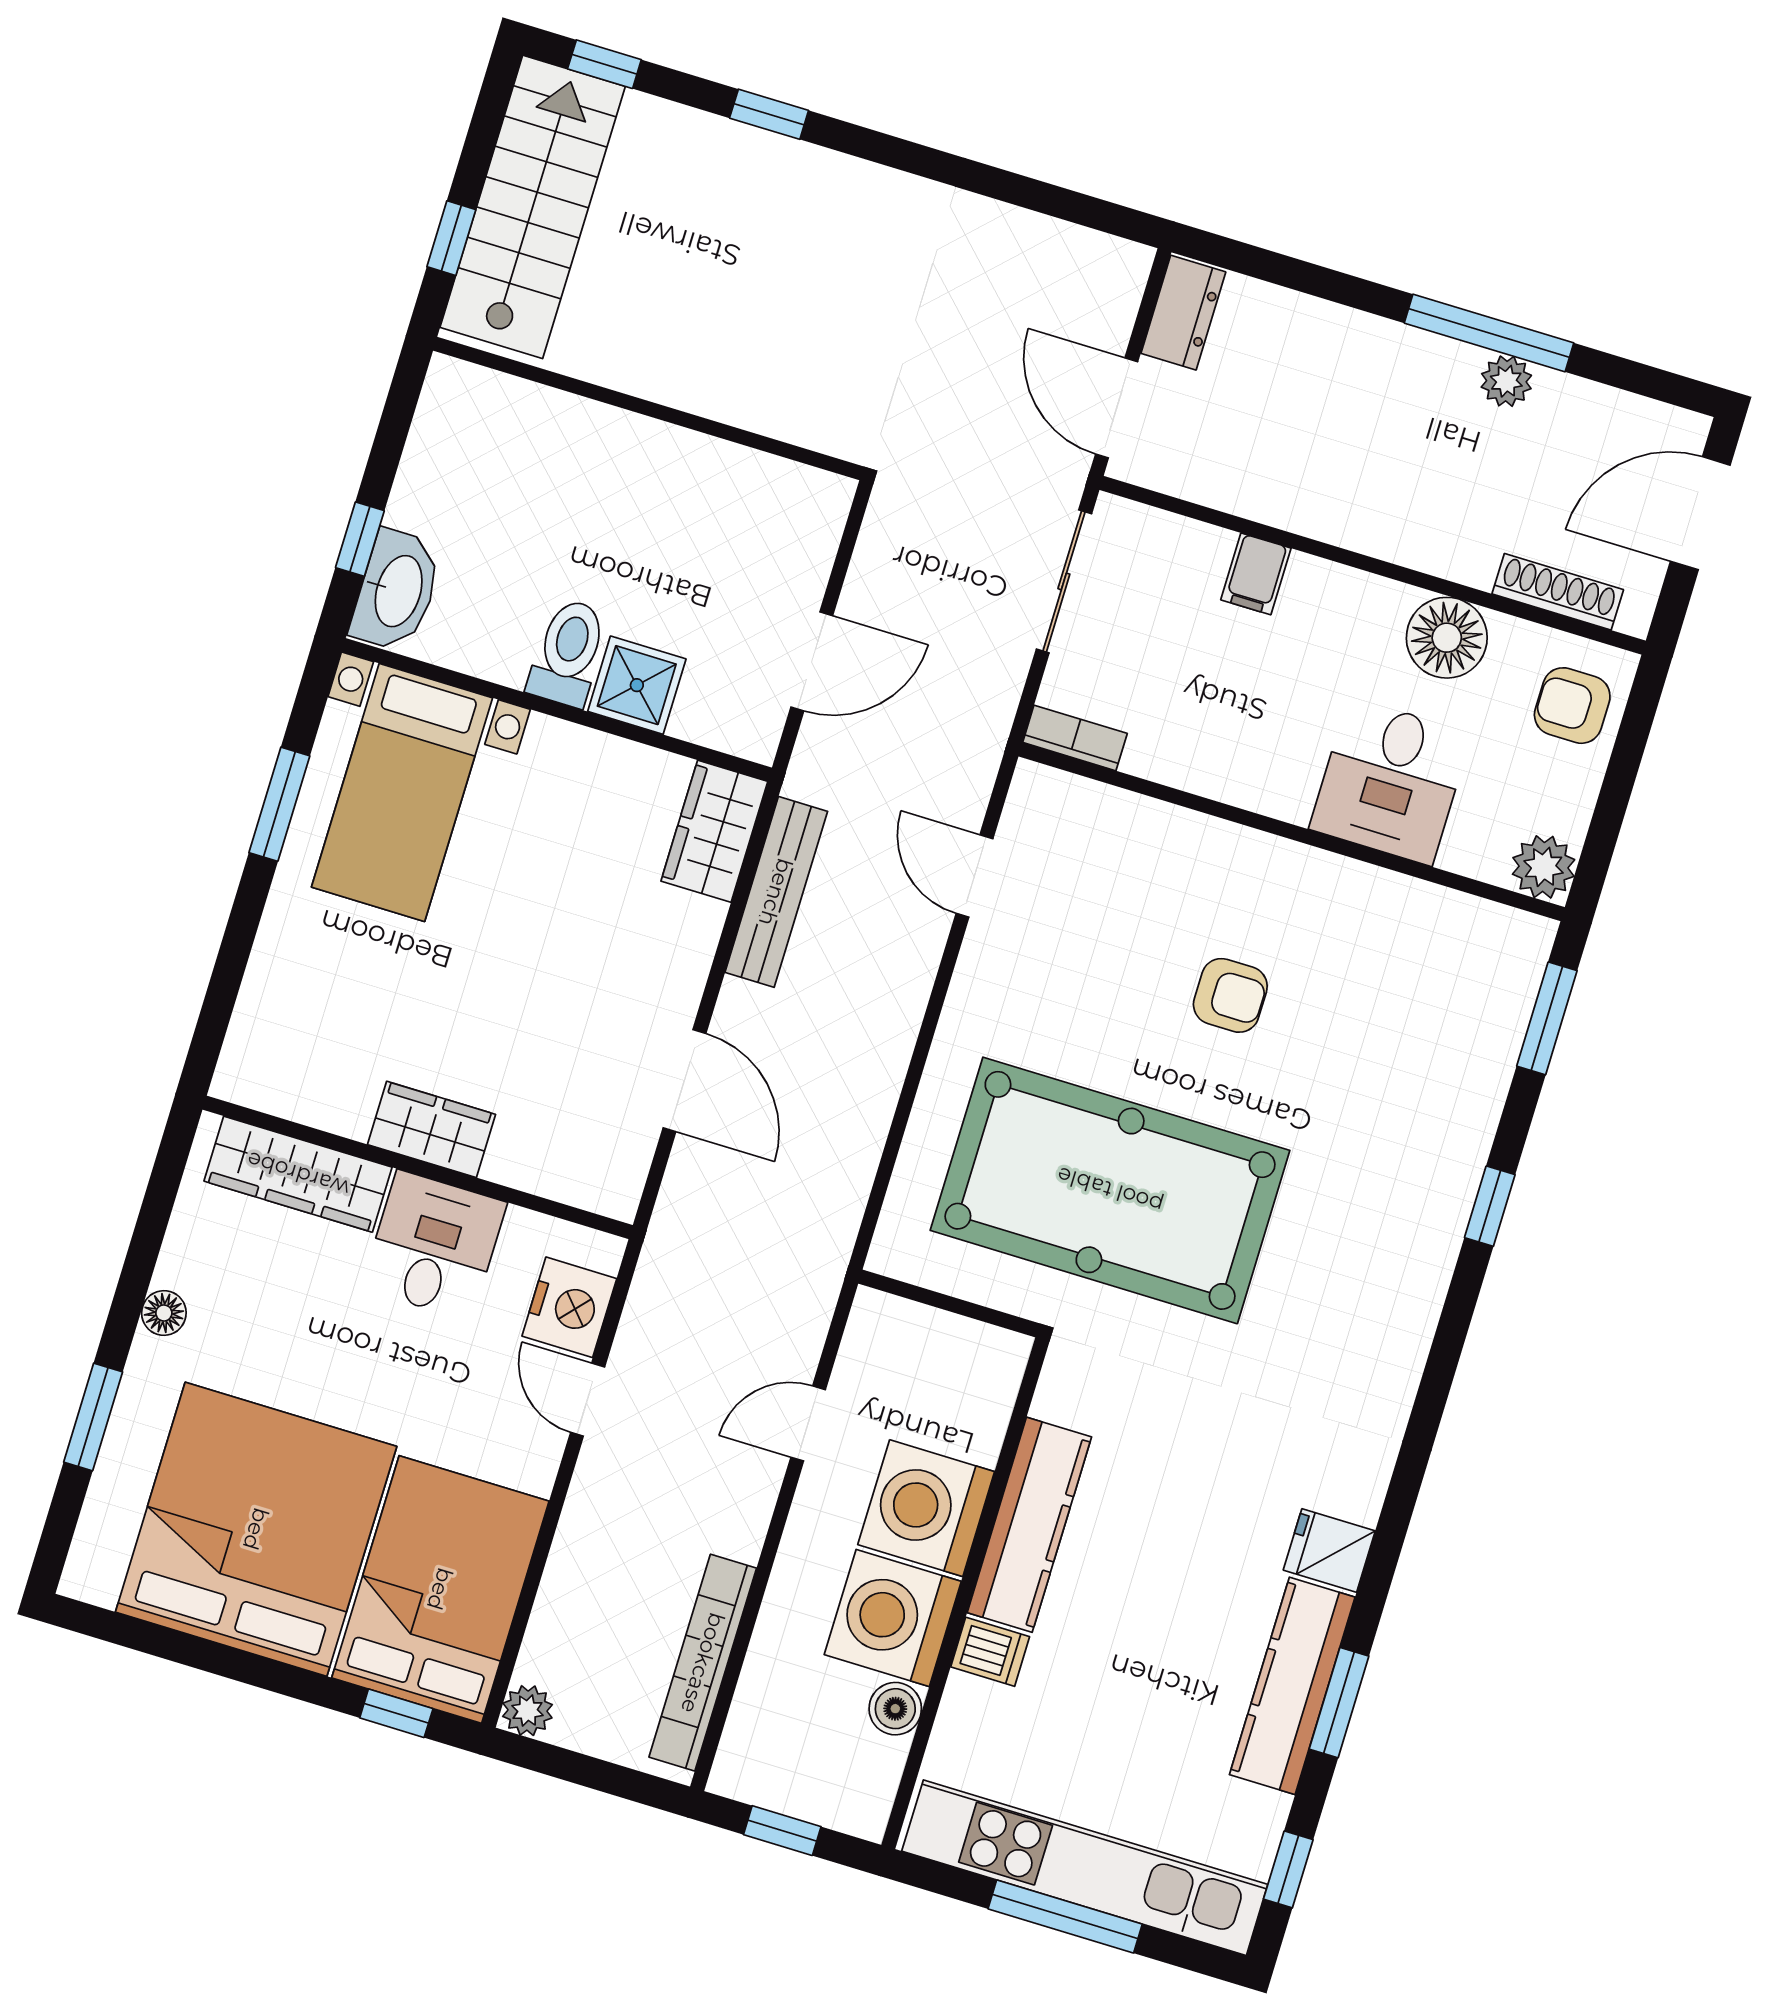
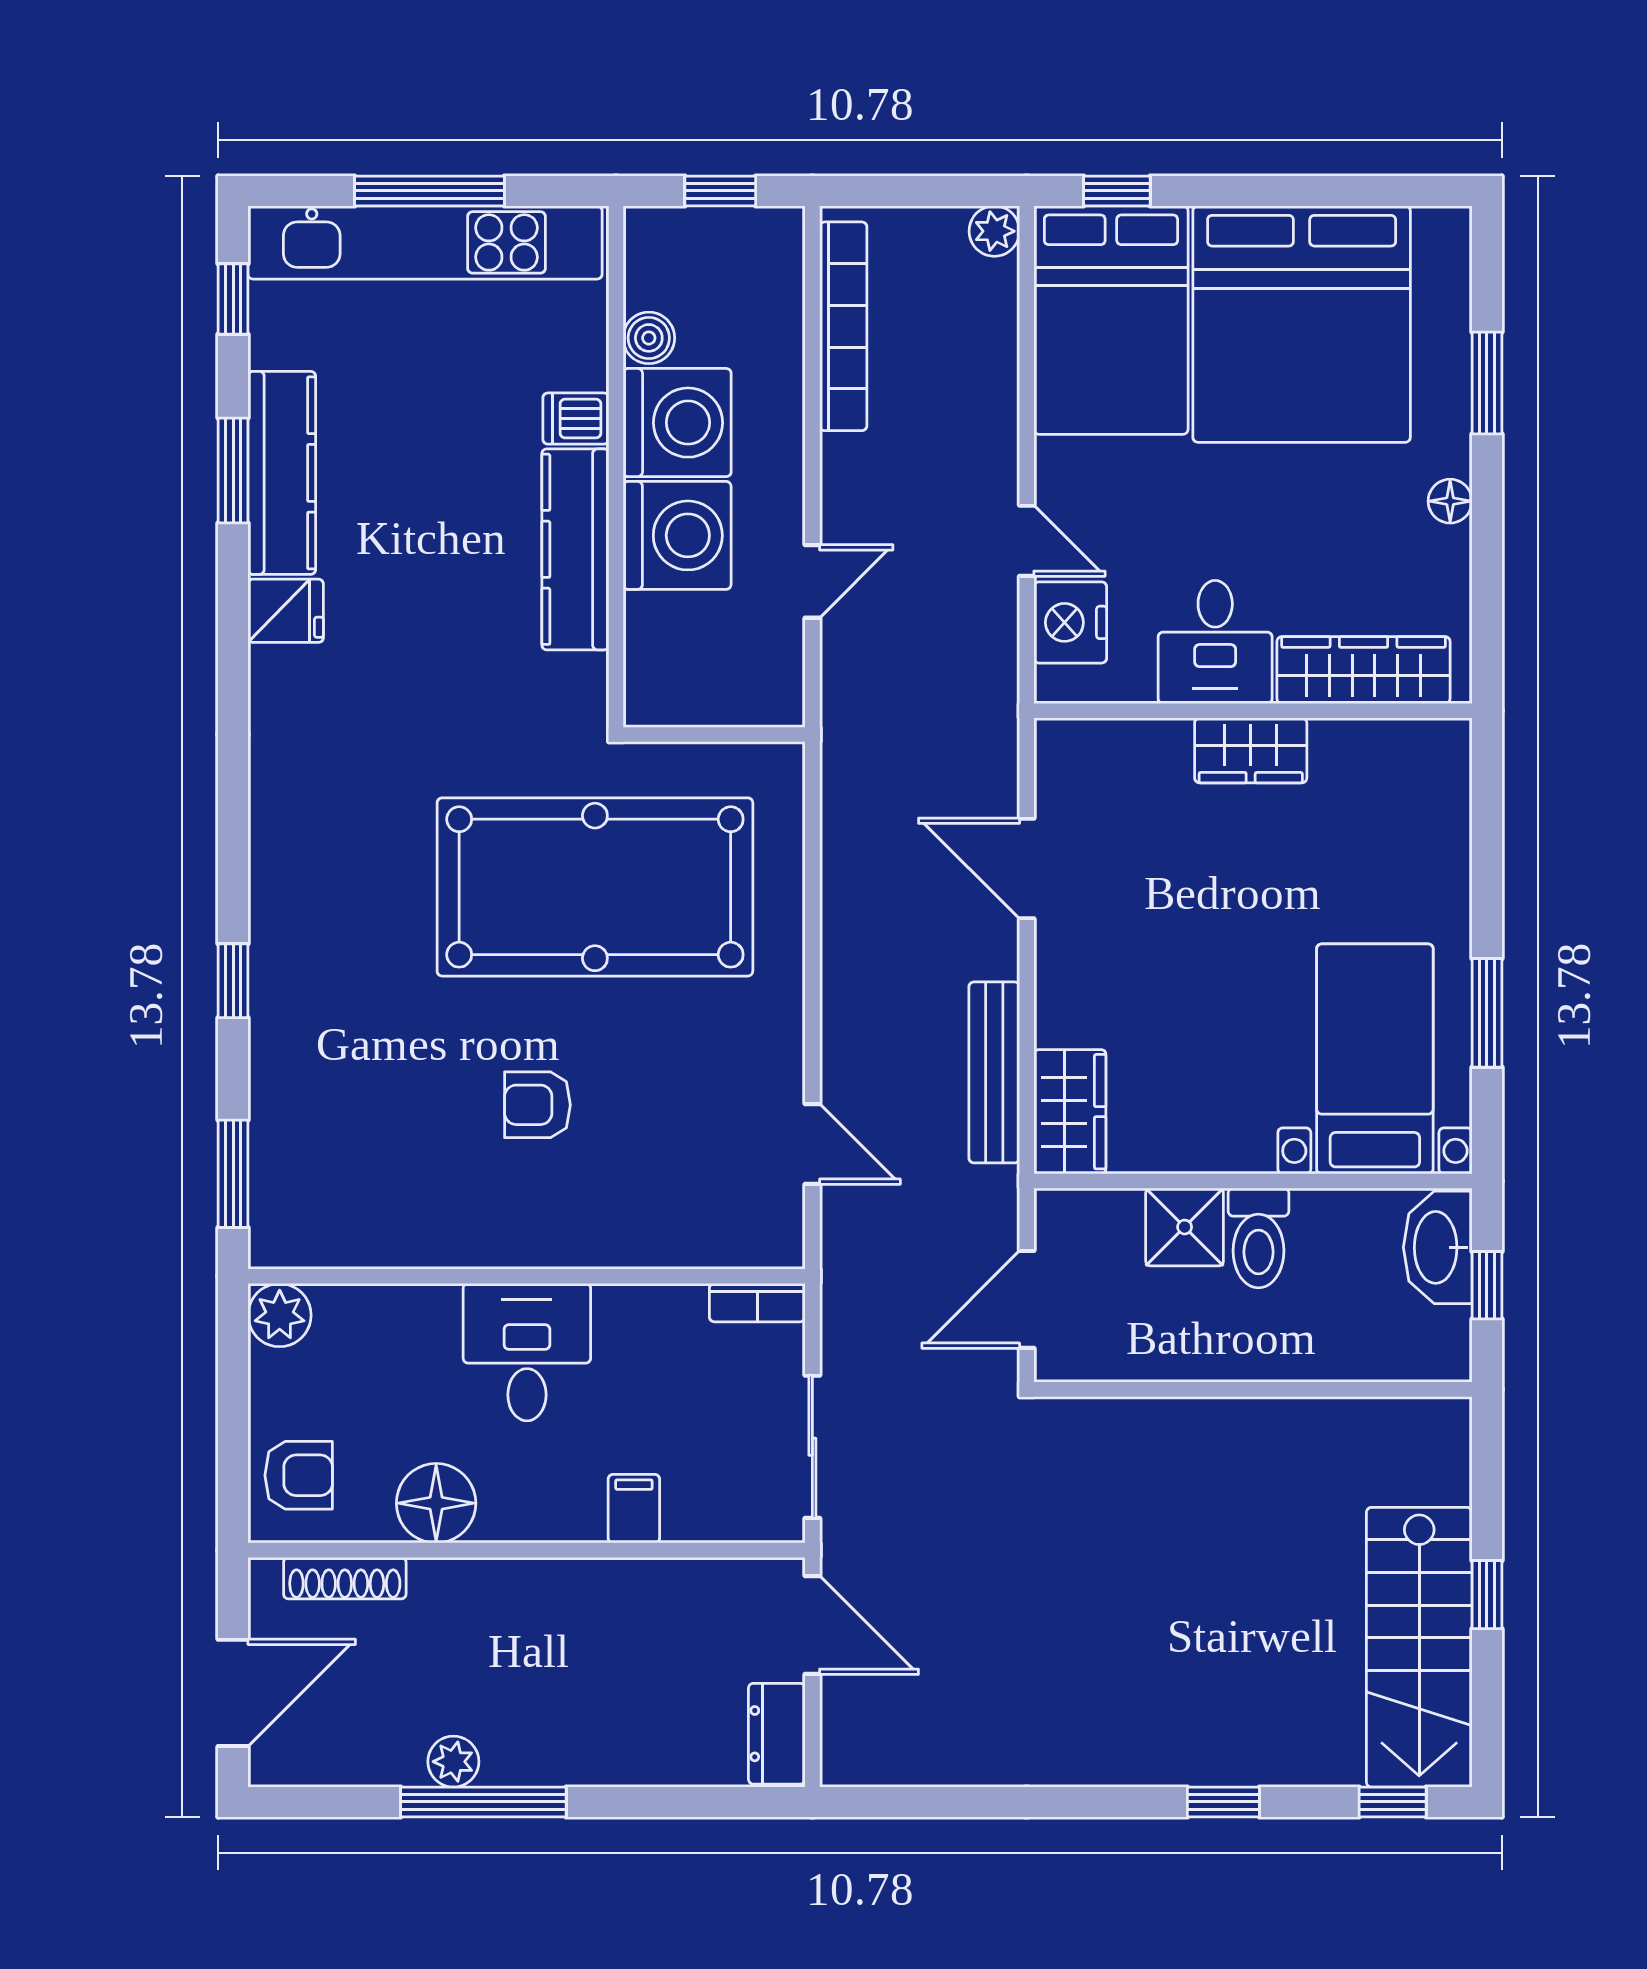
wall: (648, 408) -> (1253, 1389), moved
desk: (1390, 781) -> (527, 1352), moved

